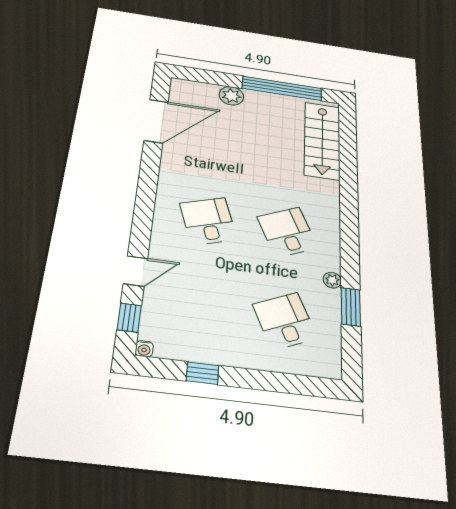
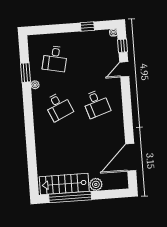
stairs: (322, 140) -> (64, 184), moved, turned -90
desk: (285, 321) -> (55, 59), turned 36

